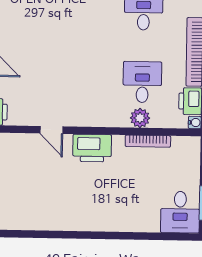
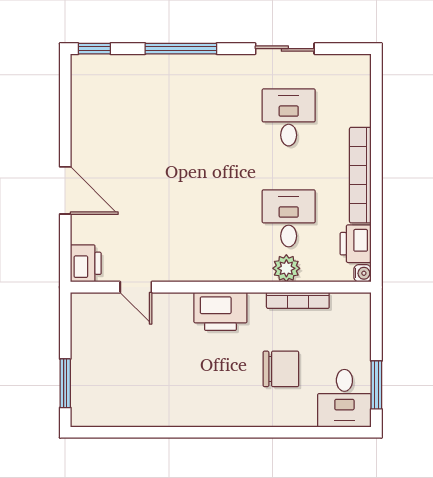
door: (51, 130) -> (136, 287), moved
chair: (135, 190) -> (281, 369), added

